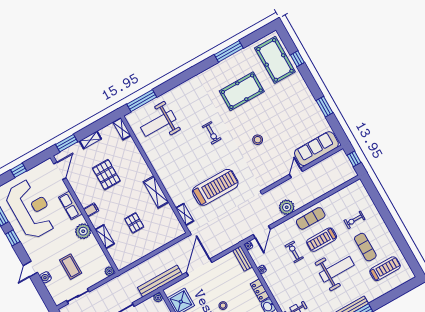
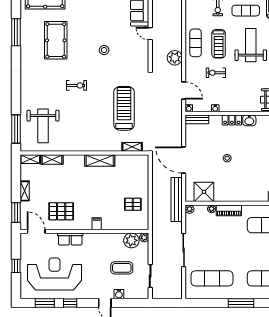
pallet: (106, 175) -> (61, 211), moved
filing cabinet: (91, 210) -> (97, 224), moved
pallet: (134, 223) -> (133, 204), moved
plant: (83, 231) -> (131, 240), moved
shelving: (105, 237) -> (52, 159), moved

